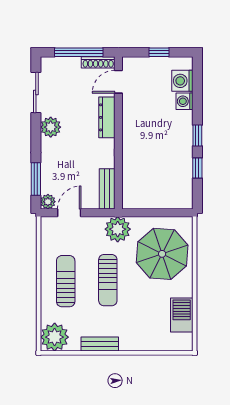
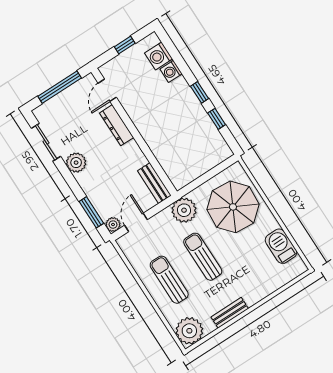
shoe rack: (98, 62) -> (81, 85), removed
sun lounger: (108, 280) -> (203, 257), turned 180

